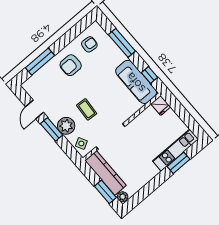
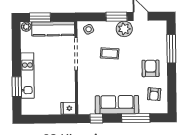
sofa: (136, 82) -> (117, 105), moved
plant: (66, 126) -> (124, 29), moved
kitchen unit: (175, 150) -> (27, 76), moved

